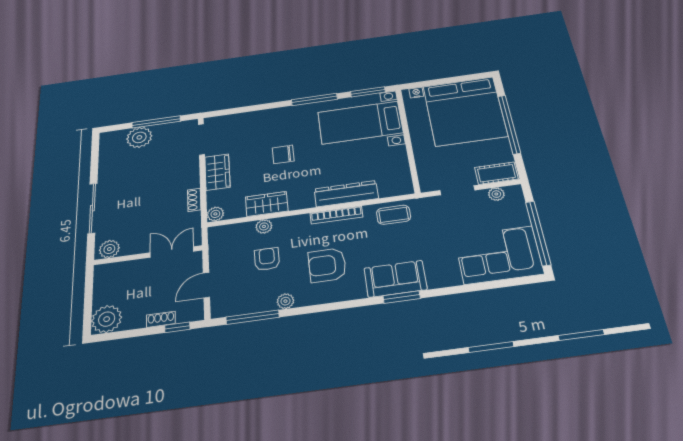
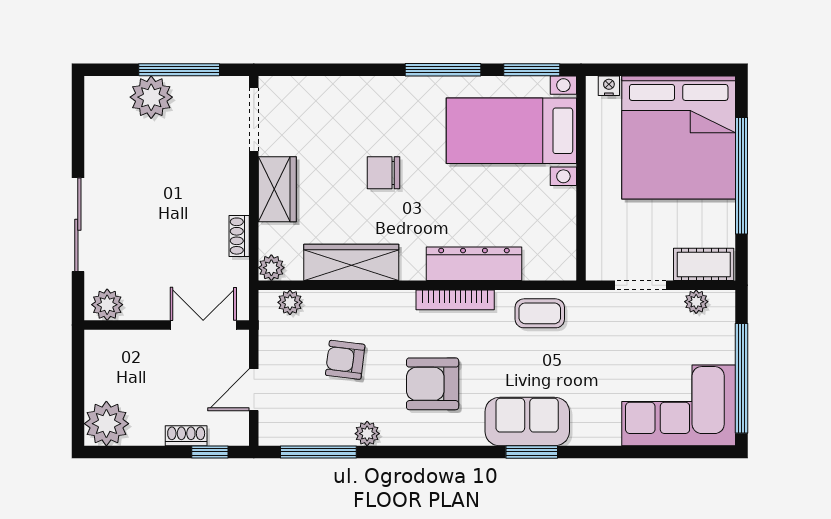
wardrobe: (267, 204) -> (351, 262), width x1.50
plant: (264, 226) -> (290, 302), moved
armchair: (267, 259) -> (345, 360), turned -83

